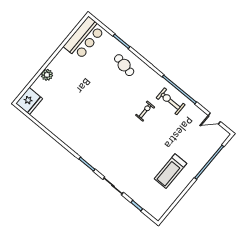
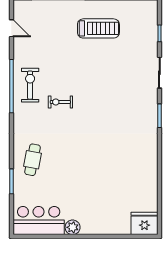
plant: (47, 75) -> (73, 227), moved
exercise bike: (171, 101) -> (30, 85), turned 180

